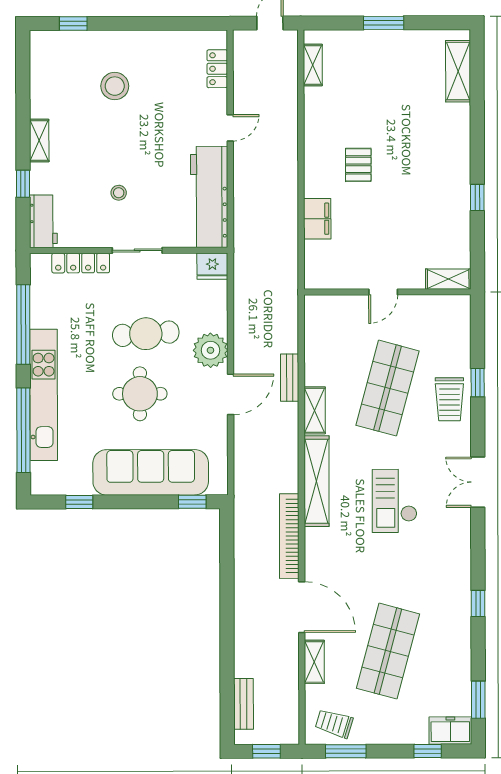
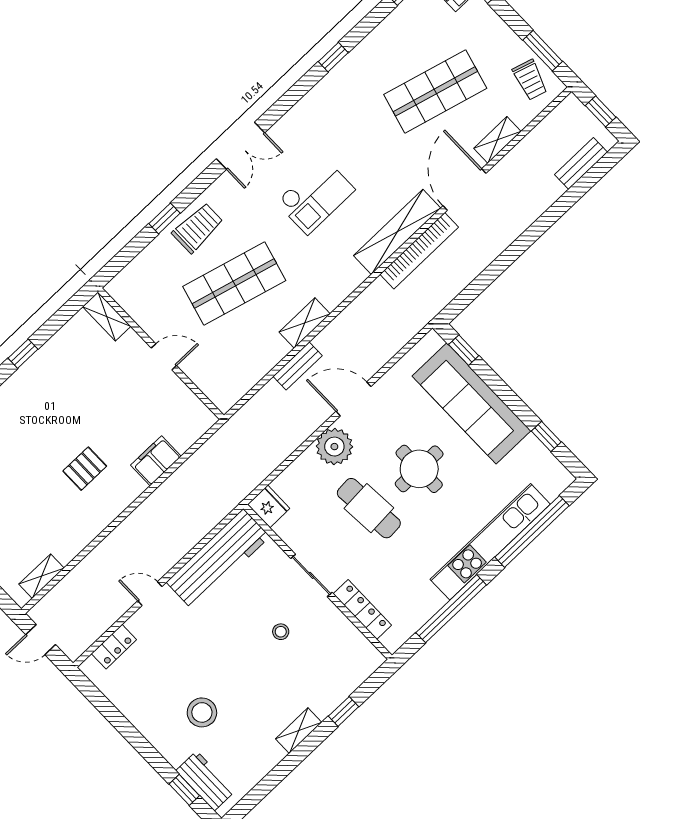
workbench: (43, 221) -> (205, 781), moved, turned 90
shelving: (317, 481) -> (397, 232), moved

